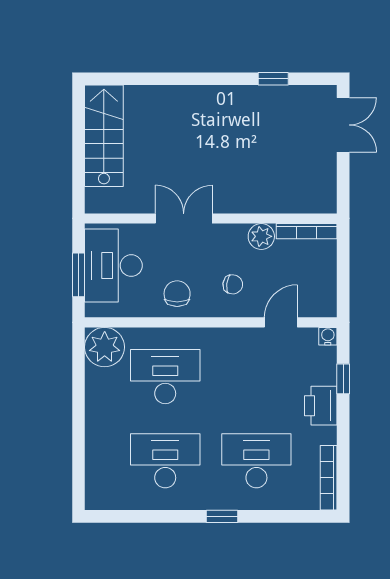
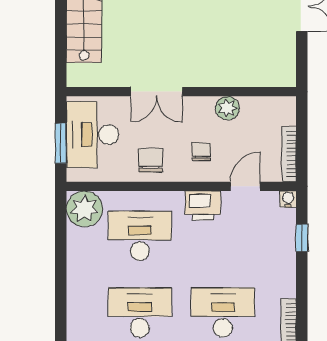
double door: (184, 218) -> (157, 92), swing flipped
bookcase: (307, 231) -> (289, 154), moved, turned 90
chair: (233, 284) -> (201, 152), turned -97
printer: (321, 406) -> (203, 206), moved, turned -90

